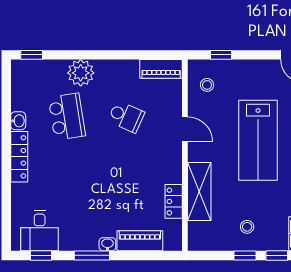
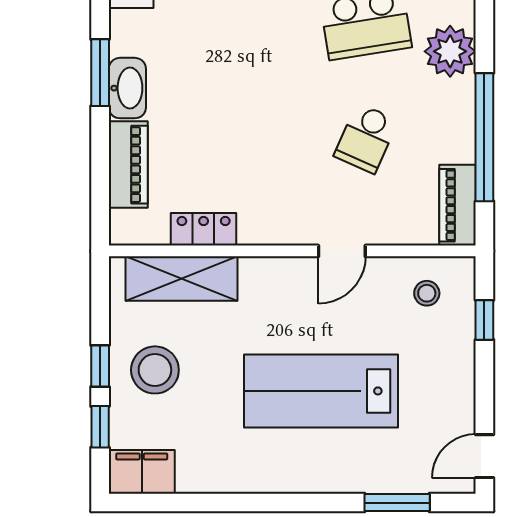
window: (126, 55) -> (484, 137), added
shelving: (199, 192) -> (182, 279), moved
stool: (247, 227) -> (155, 370), width x1.89, depth x1.89
washbasin: (107, 244) -> (127, 88), width x1.91, depth x1.45

